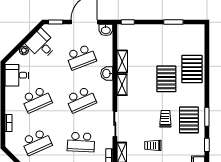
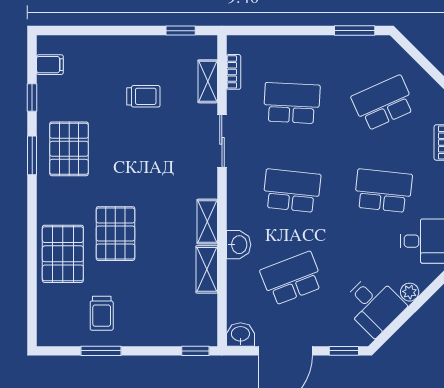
school desk: (37, 100) -> (383, 191), turned 30
school desk: (81, 100) -> (292, 191), turned 30
trolley: (165, 119) -> (102, 313), moved

